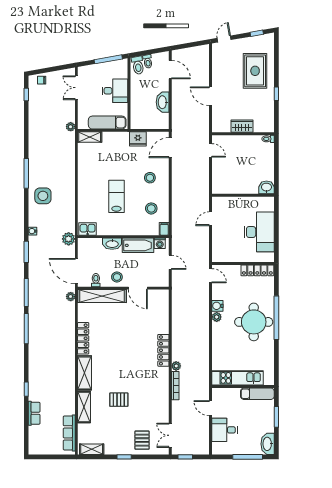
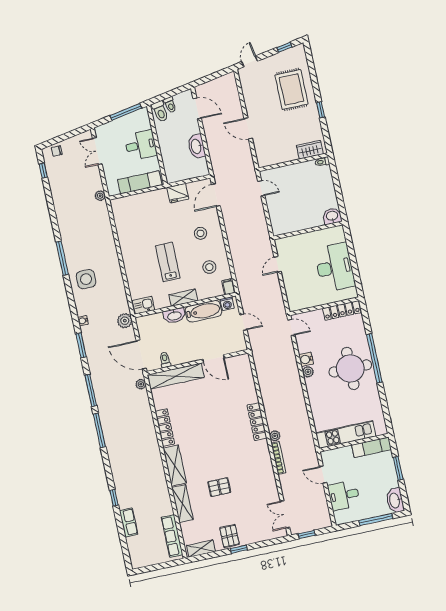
wardrobe: (242, 126) -> (310, 150), moved
shelving: (90, 137) -> (183, 298), moved
stool: (117, 277) -> (188, 351), removed
pallet: (142, 440) -> (229, 536), moved

